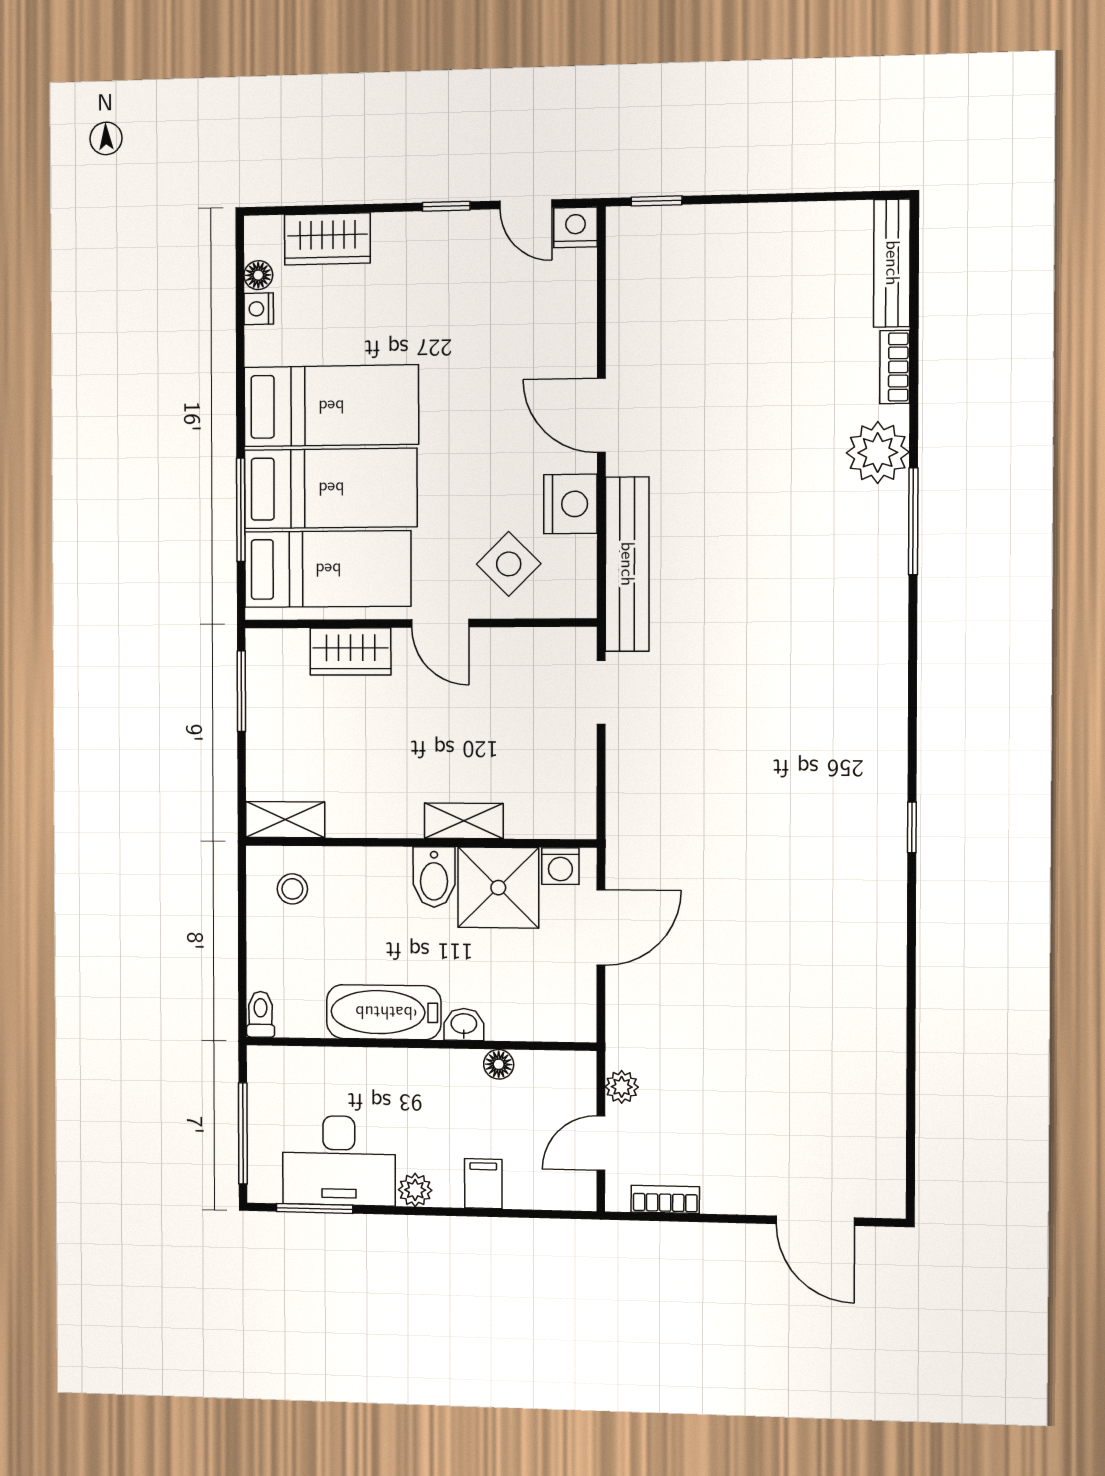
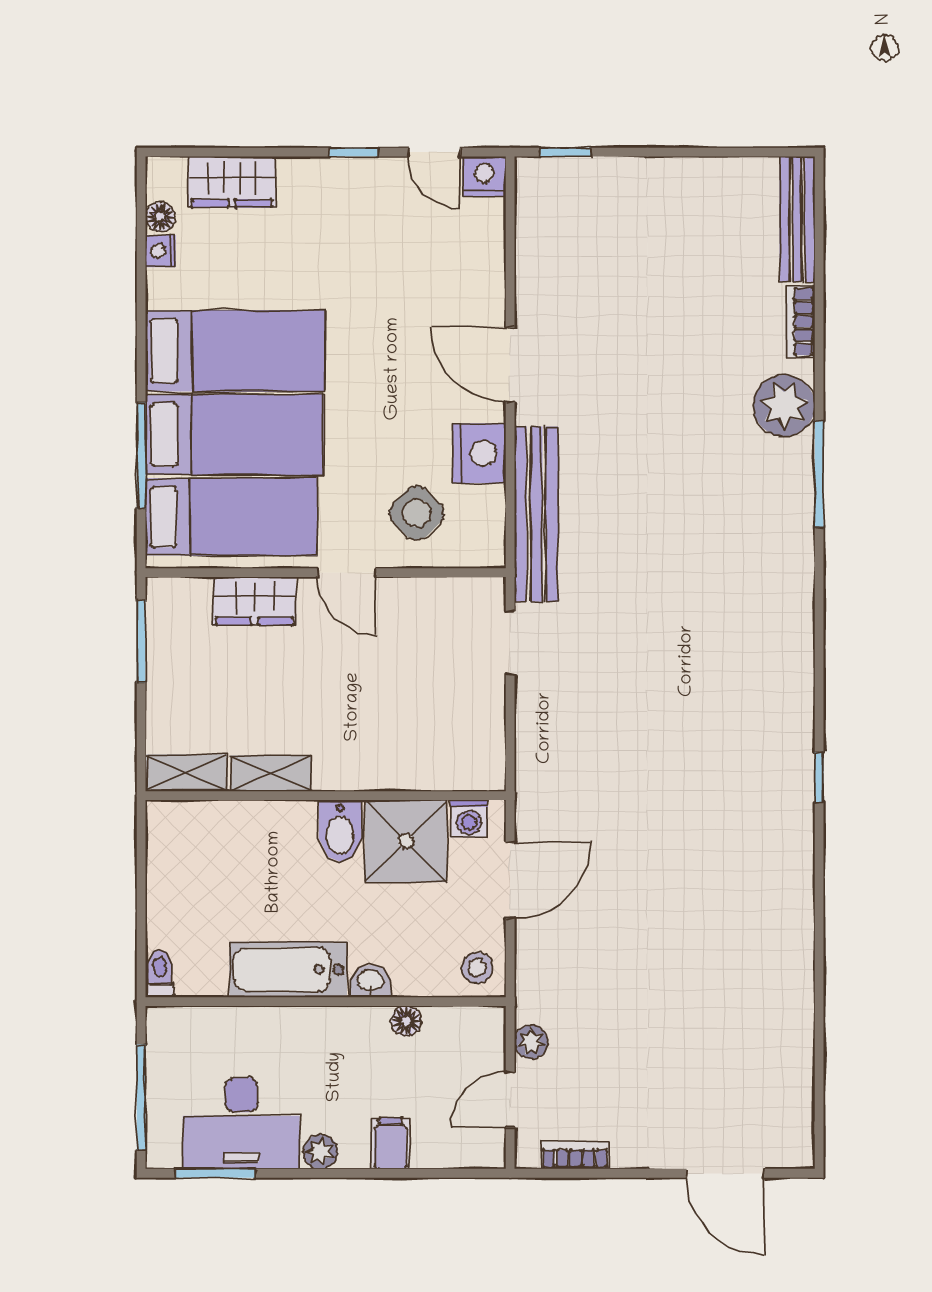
shelving: (464, 821) -> (271, 773), moved
stool: (292, 889) -> (477, 968), moved

